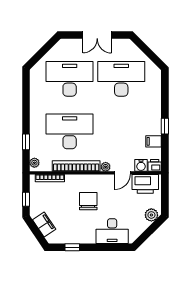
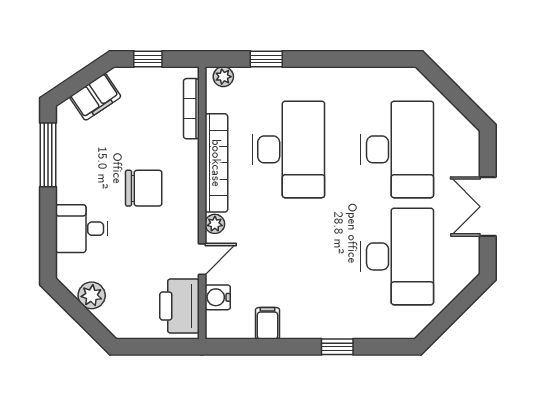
window: (165, 126) -> (337, 347), moved
printer: (155, 165) -> (218, 326), removed
door: (123, 173) -> (202, 259), swing flipped
plant: (151, 215) -> (92, 295), moved
desk: (112, 231) -> (82, 229), width x0.73
window: (72, 247) -> (48, 155), width x2.17

